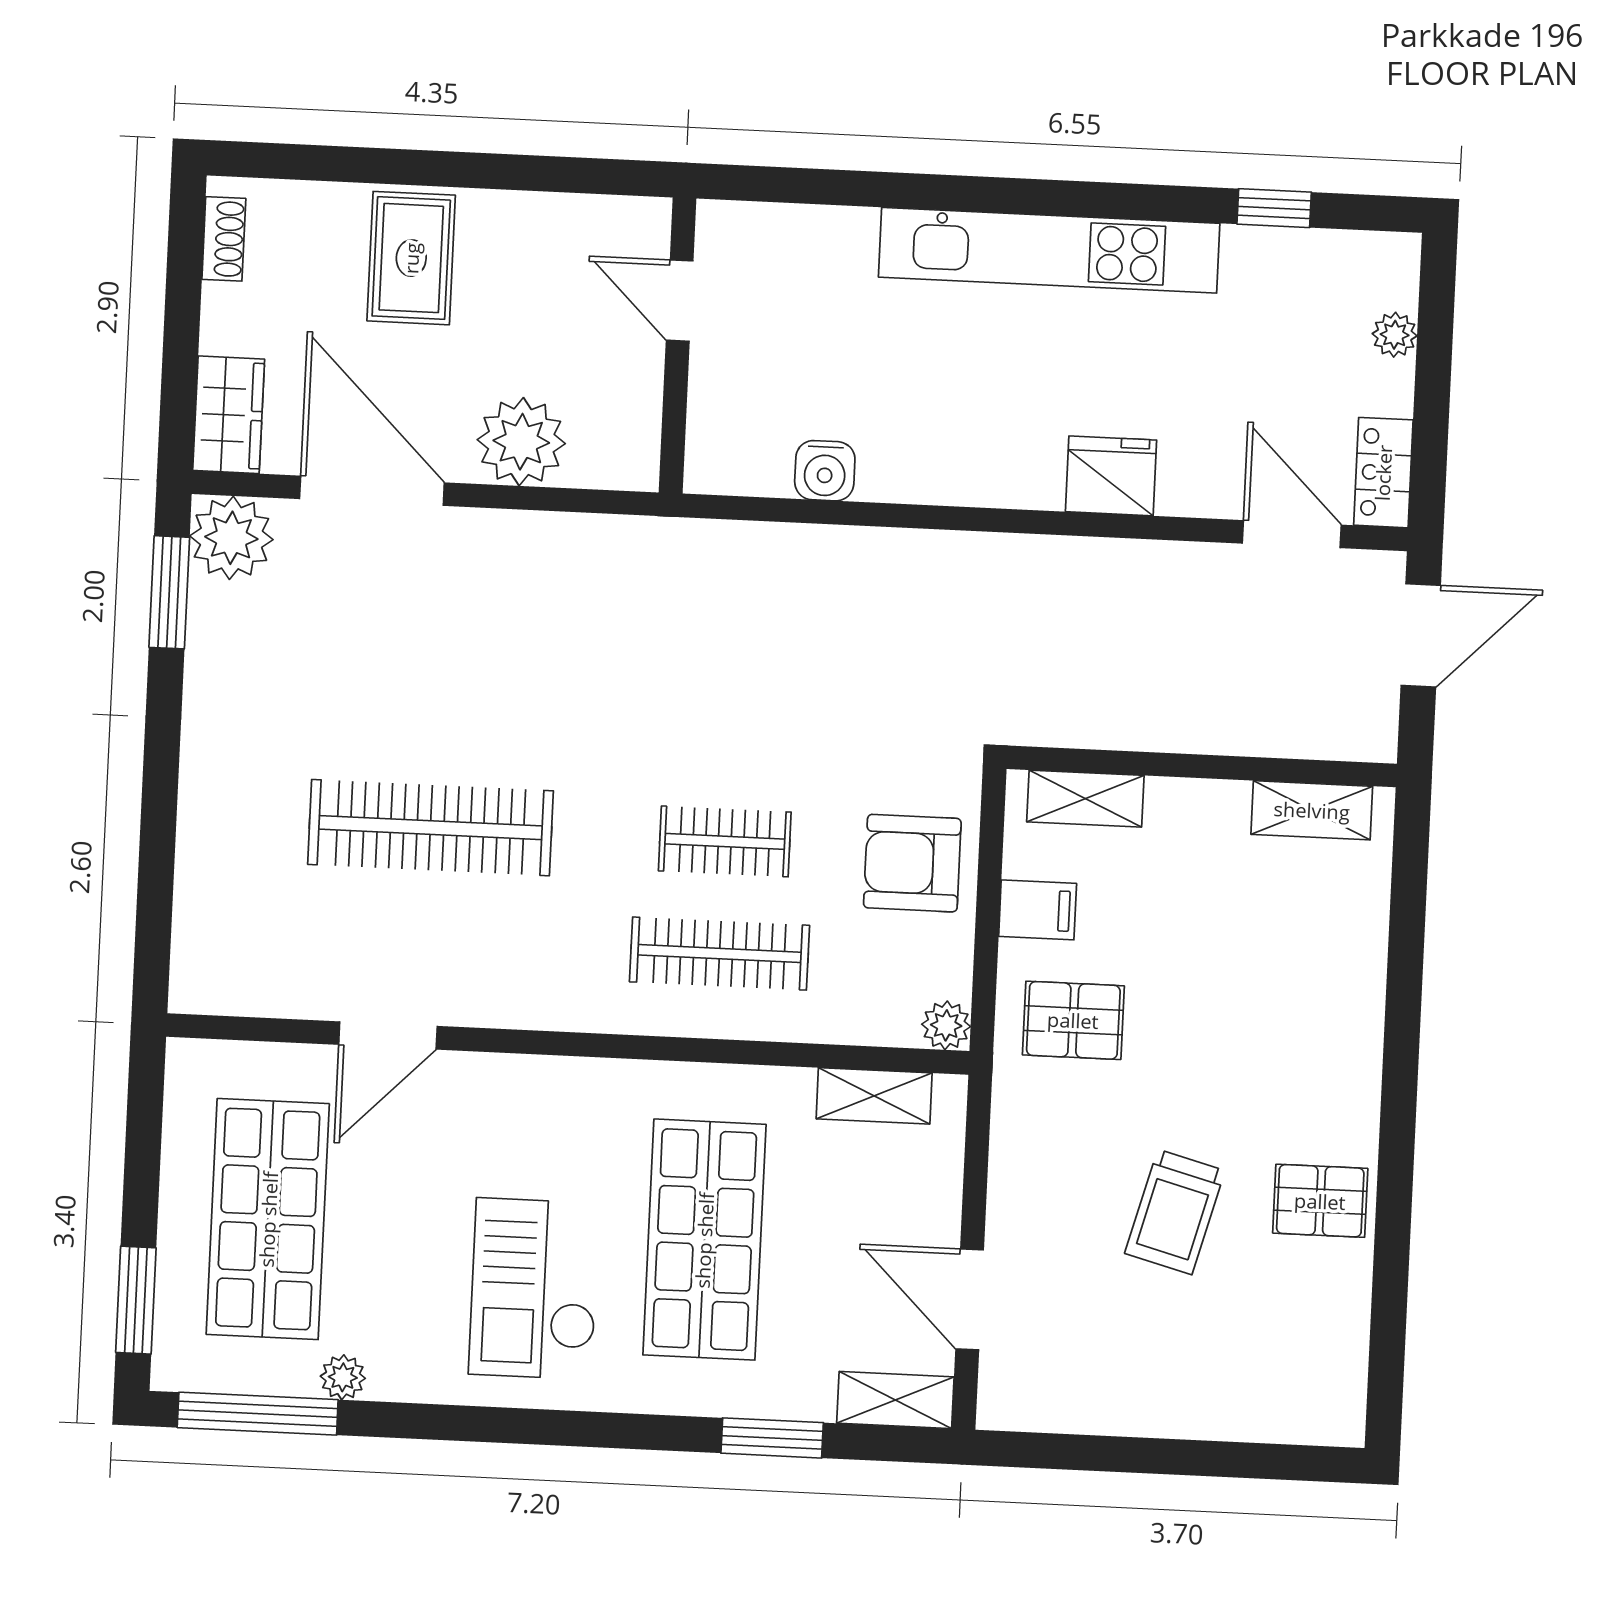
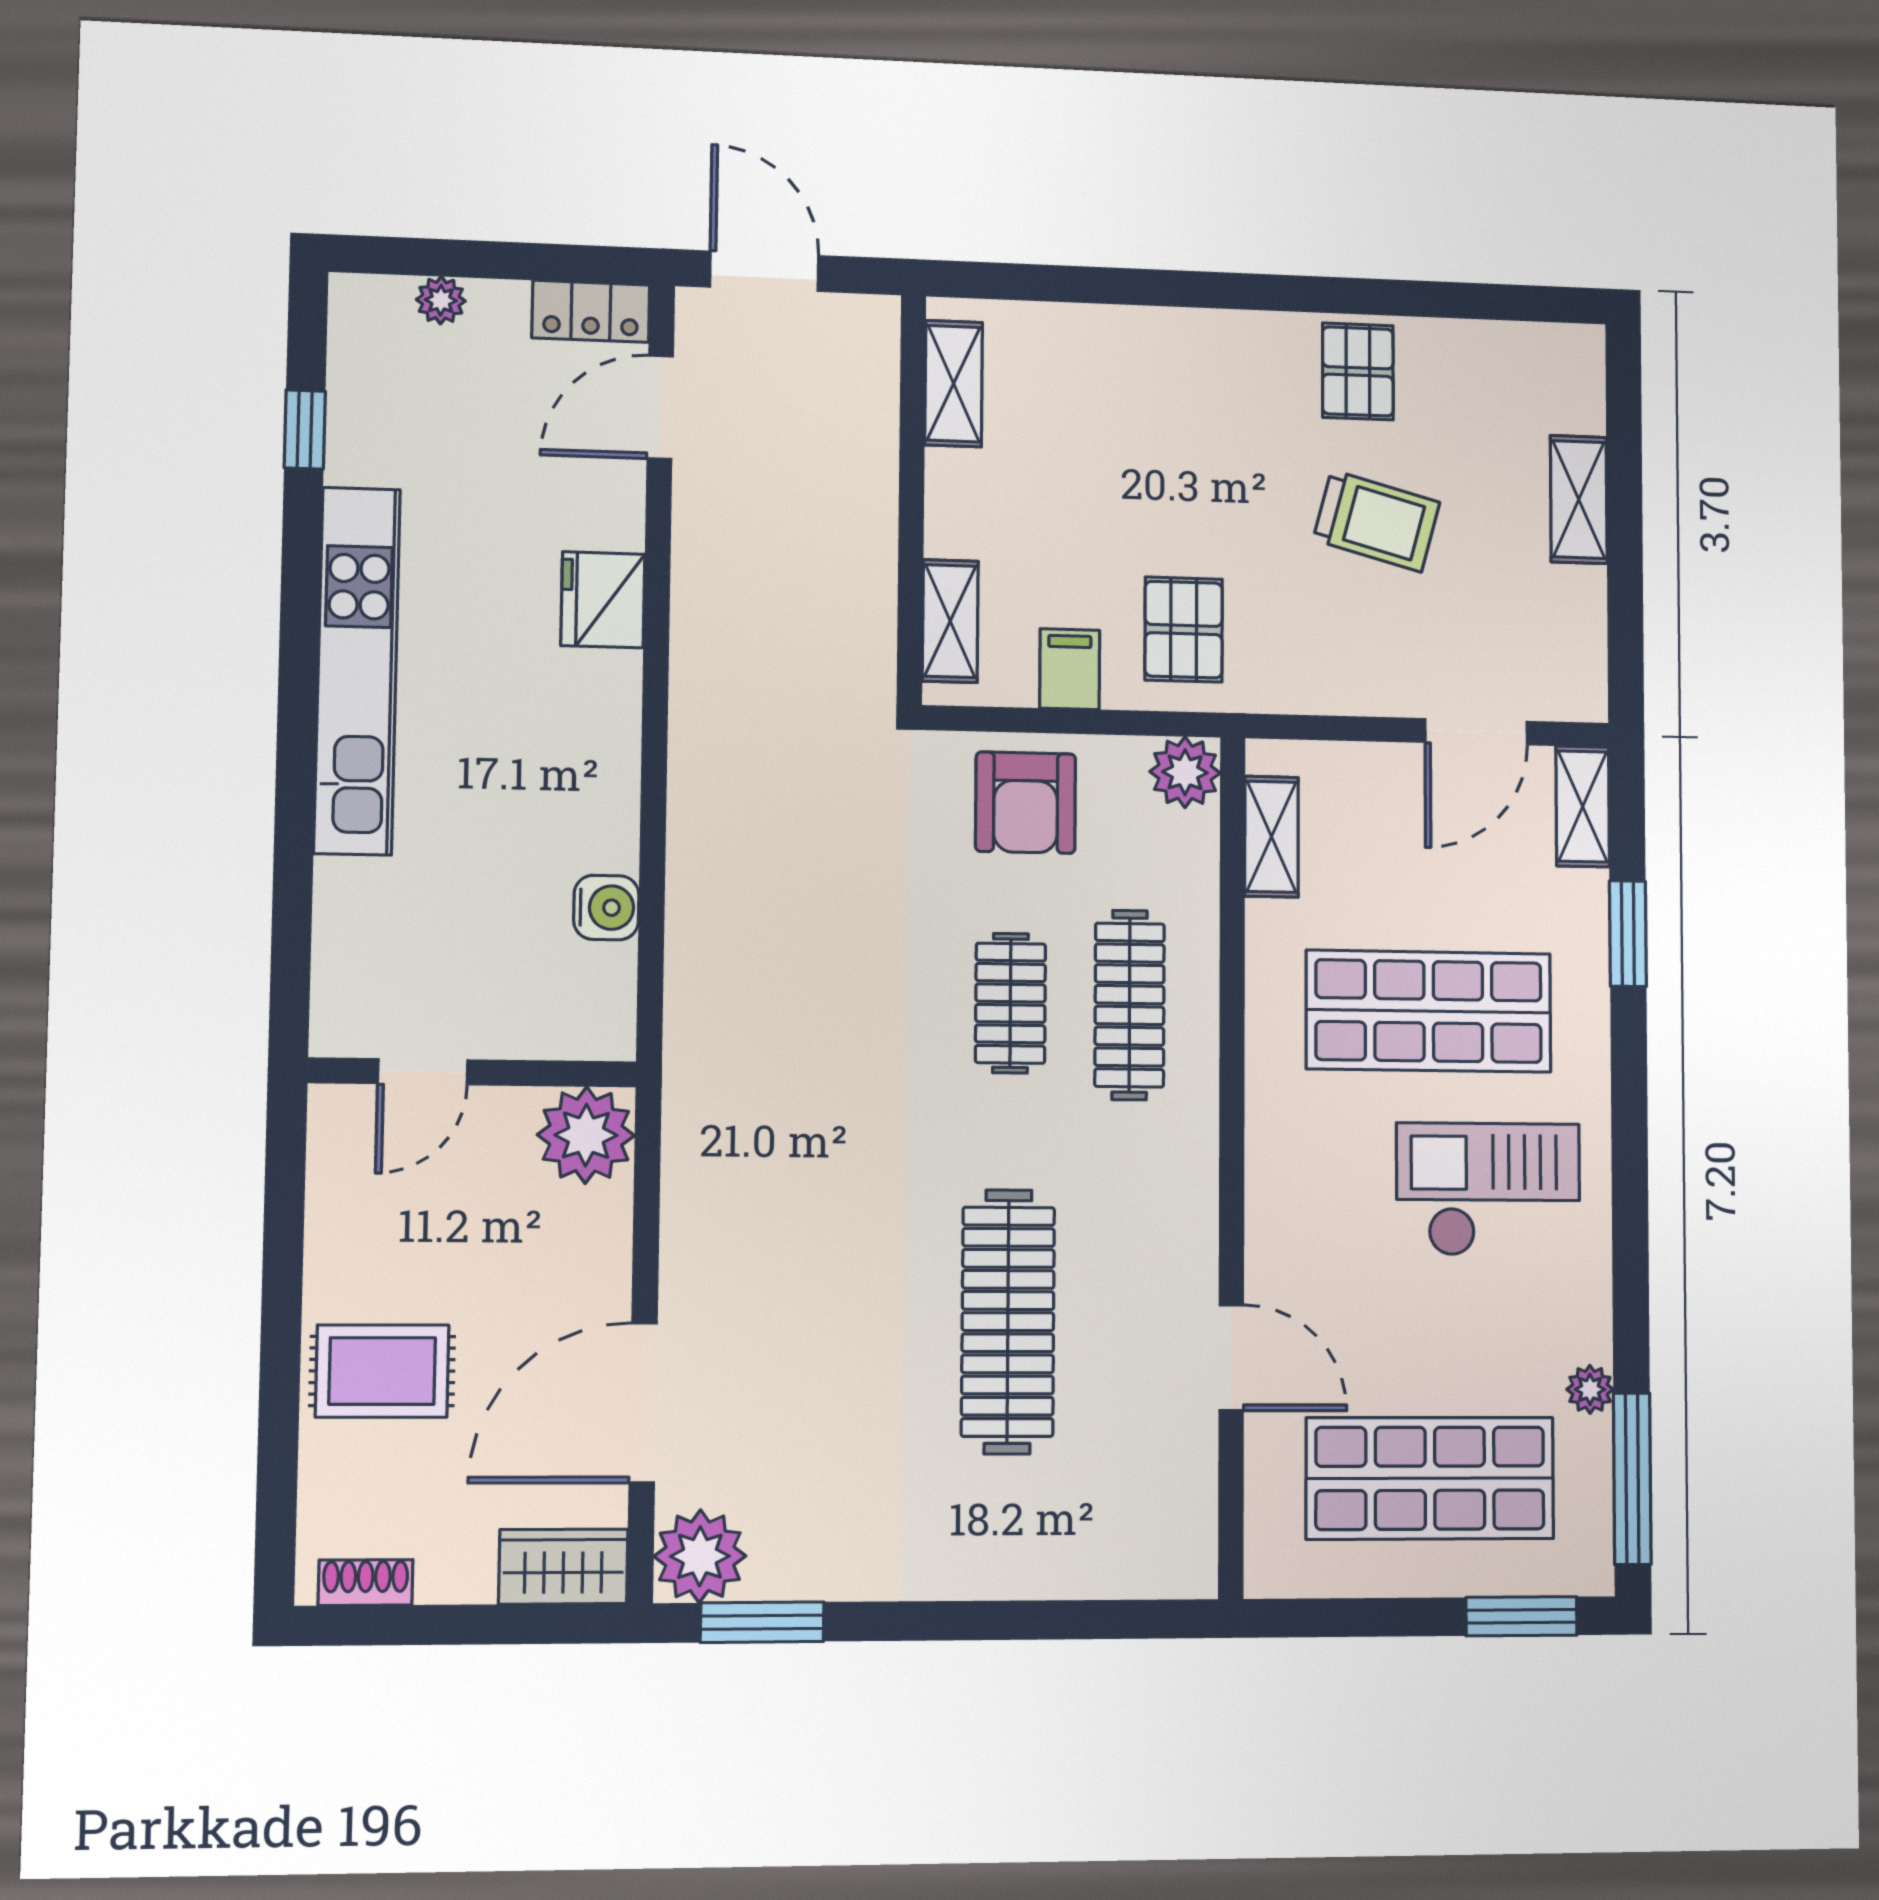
plant: (521, 442) -> (586, 1135), moved
plant: (946, 1025) -> (1185, 772), width x1.38, depth x1.38
checkout: (534, 1289) -> (1488, 1189), turned 180
shelving: (1193, 1412) -> (1579, 500), added

